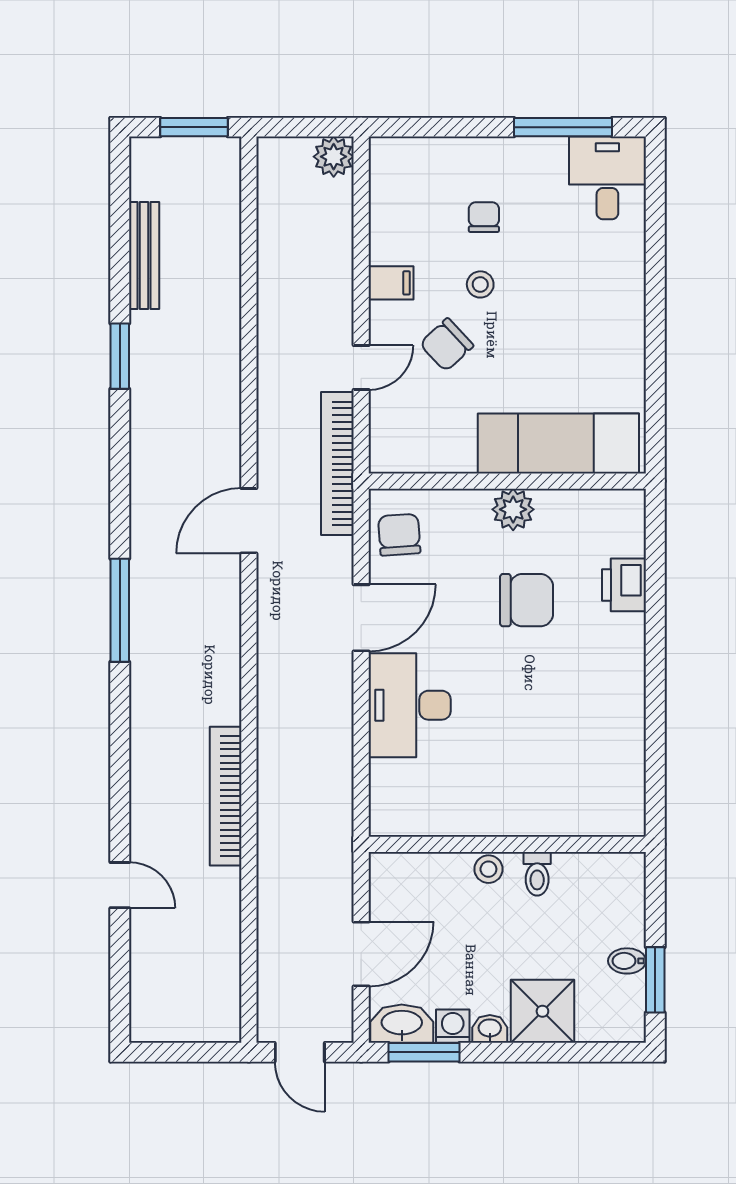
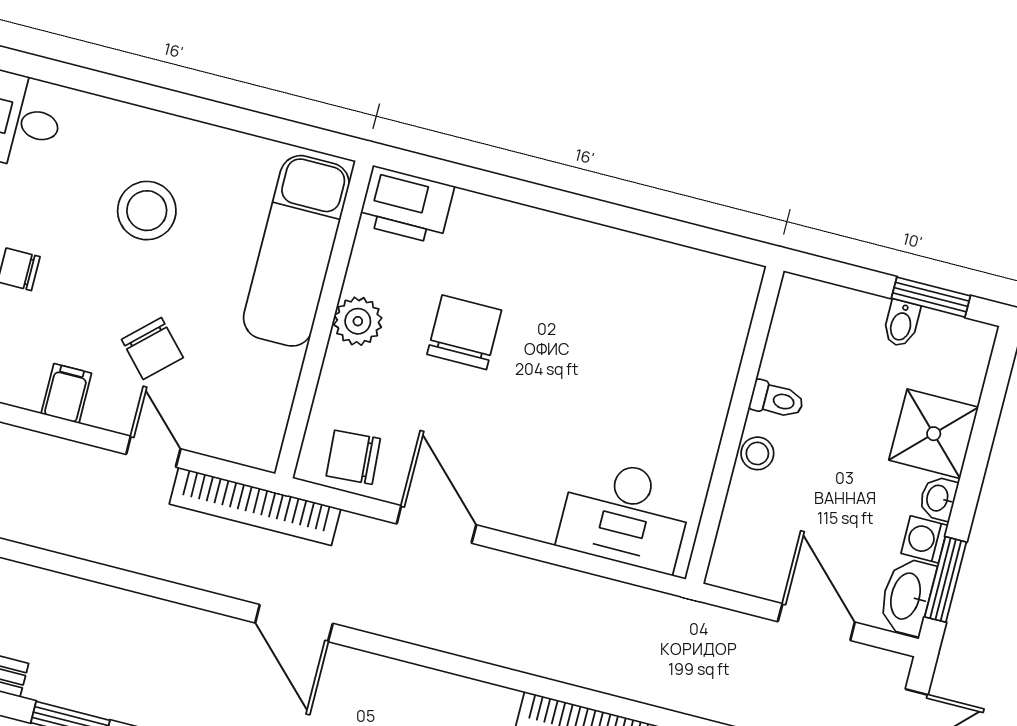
stool: (480, 284) -> (147, 211), moved, width x1.89, depth x1.89
printer: (624, 585) -> (406, 205), moved, width x1.37, depth x1.19
desk: (410, 705) -> (625, 515), moved

